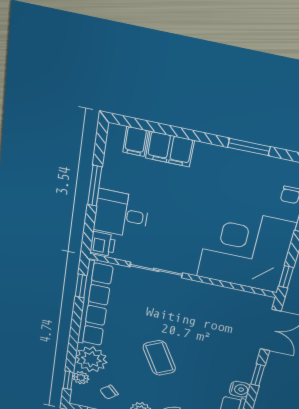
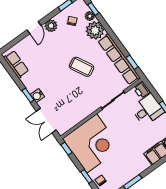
coffee table: (159, 358) -> (82, 67), moved
water cooler: (240, 389) -> (37, 96), moved

